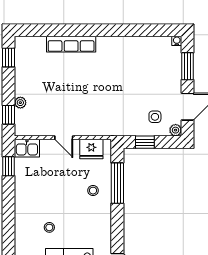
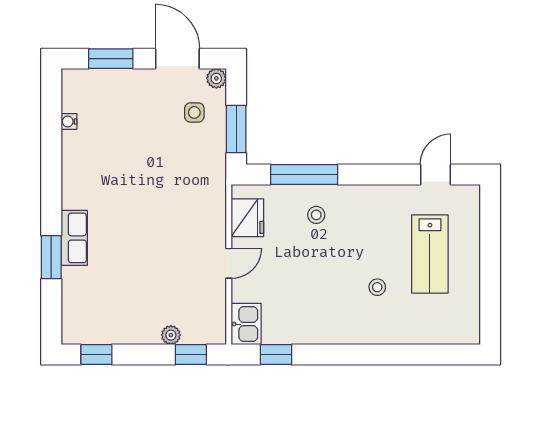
window: (67, 30) -> (51, 257), added
water cooler: (177, 41) -> (69, 121), moved
row of seats: (71, 44) -> (74, 238), width x0.68
window: (145, 142) -> (236, 129), width x1.50

